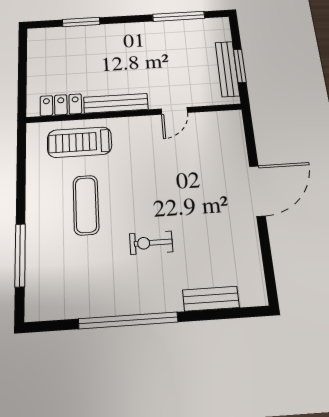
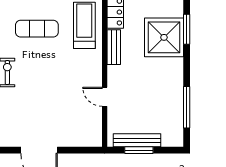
shower: (92, 46) -> (164, 37), added
bench: (116, 103) -> (114, 47), width x0.73

